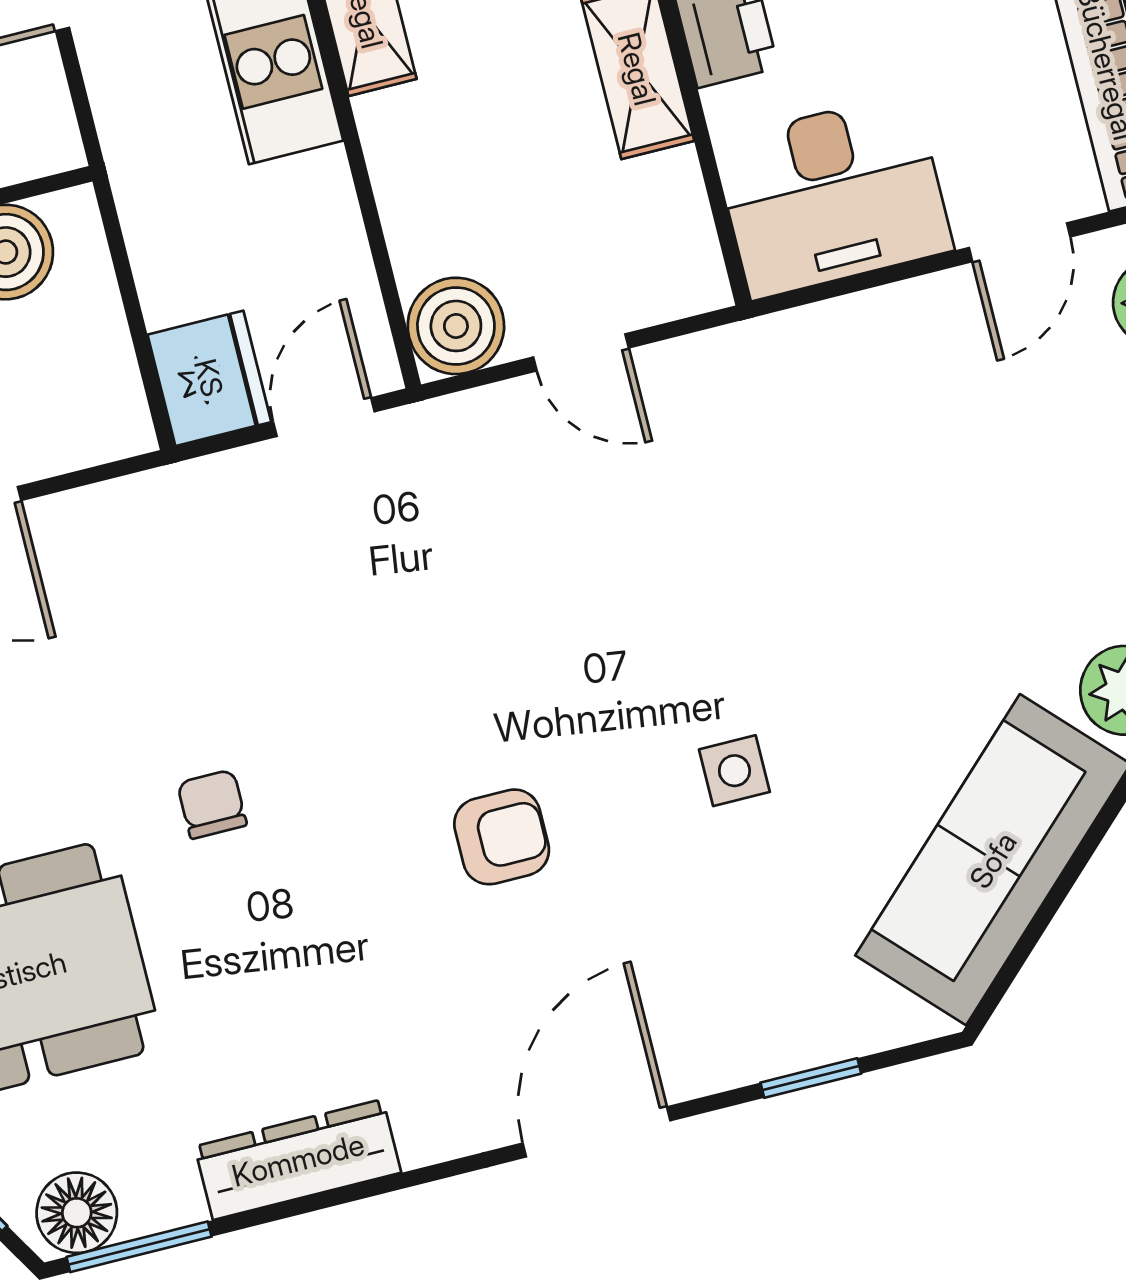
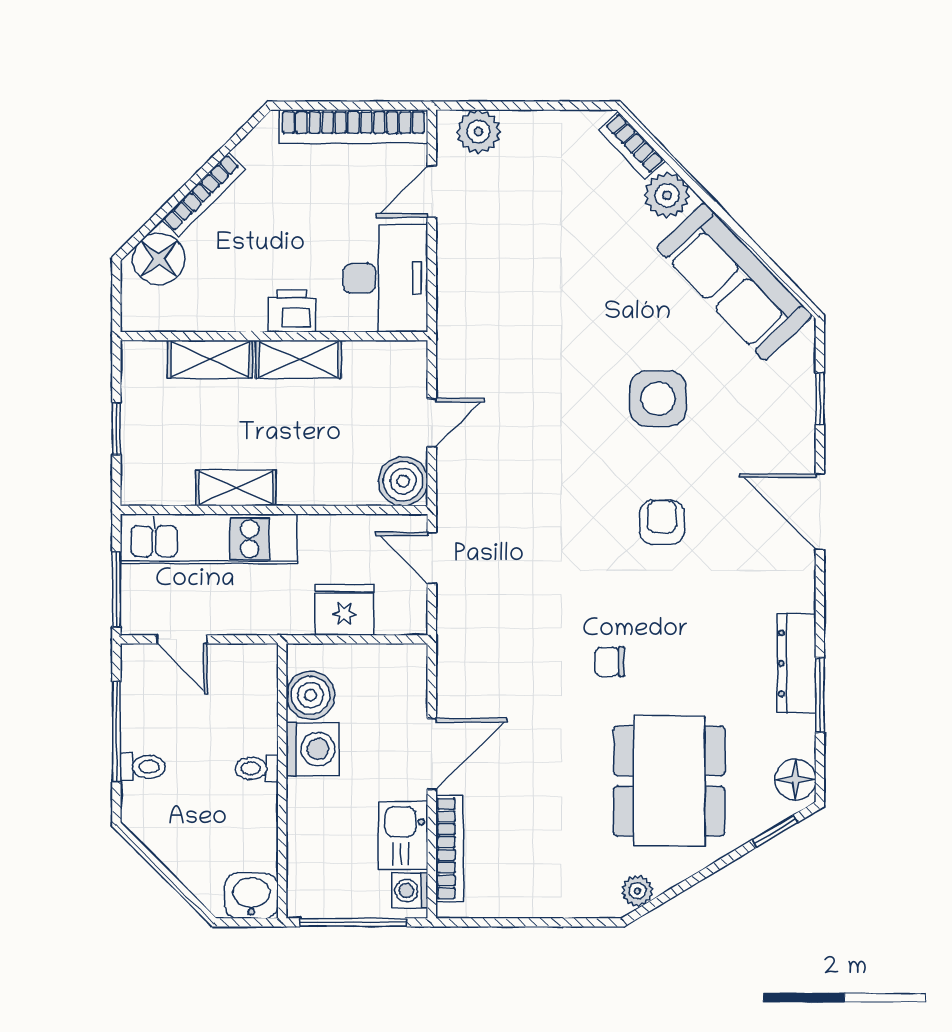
door: (1020, 242) -> (432, 192), swing flipped
fridge: (209, 378) -> (345, 610), moved
side table: (734, 771) -> (658, 399), width x1.87, depth x1.87
window: (139, 1247) -> (820, 695), moved

